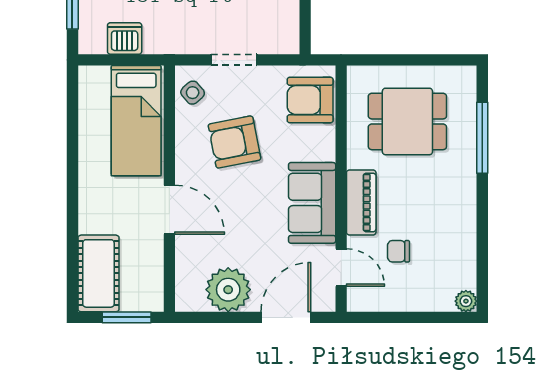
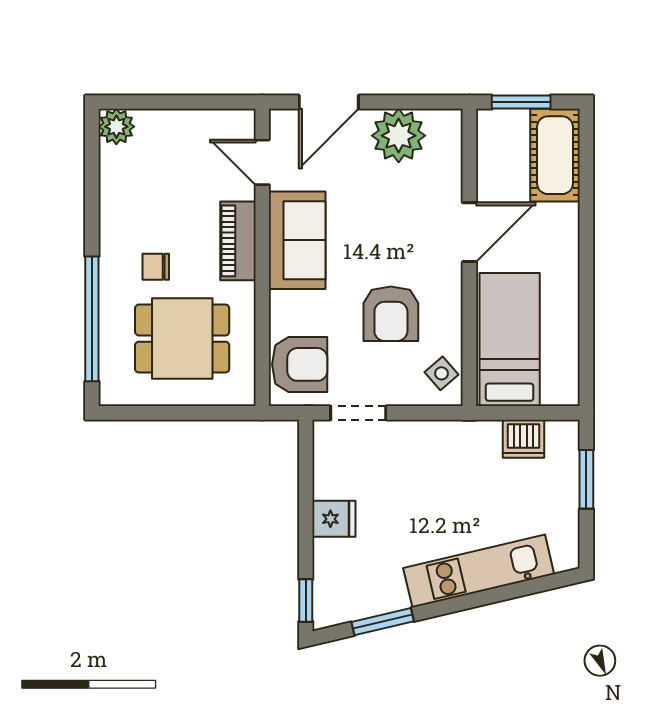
doorway: (234, 60) -> (358, 413), moved
window: (482, 138) -> (92, 319), width x1.46
armchair: (234, 142) -> (391, 314), turned 101
door: (169, 210) -> (469, 232), swing flipped
chair: (398, 251) -> (156, 267), moved, turned 180
plant: (466, 301) -> (116, 127), width x1.38, depth x1.38

